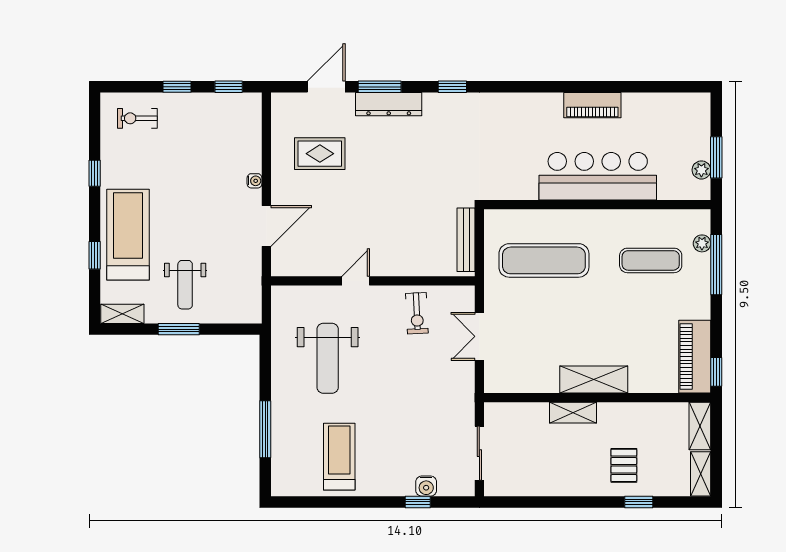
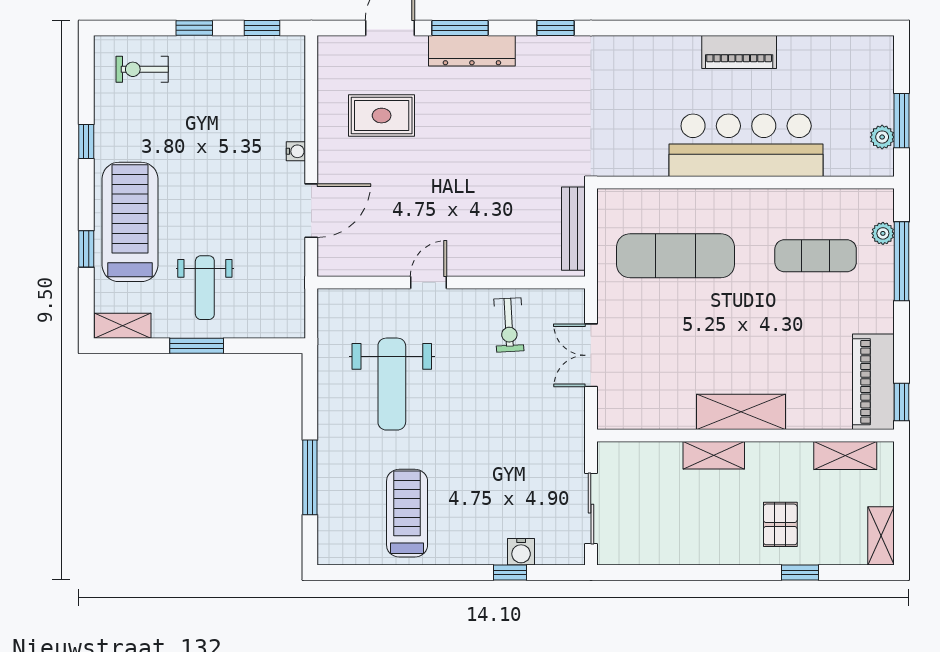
shelving: (700, 426) -> (845, 456), moved, turned 90

